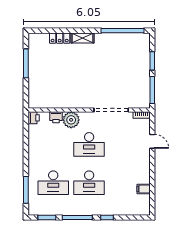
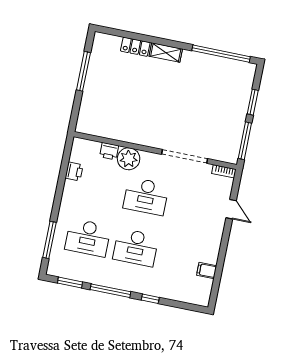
printer: (34, 118) -> (74, 171), moved

